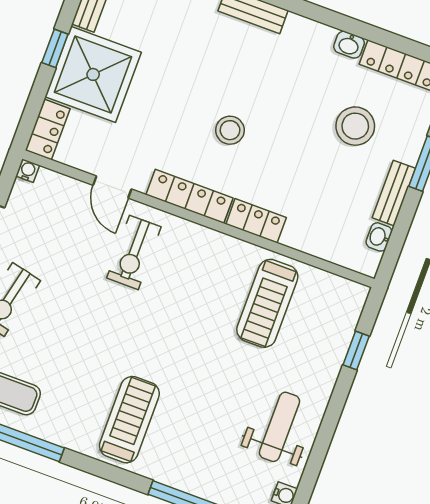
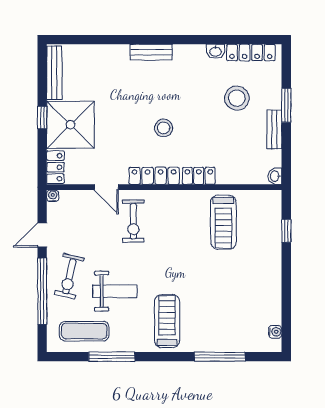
washbasin: (379, 237) -> (275, 176), moved
weight bench: (279, 427) -> (115, 291), moved, turned 90

